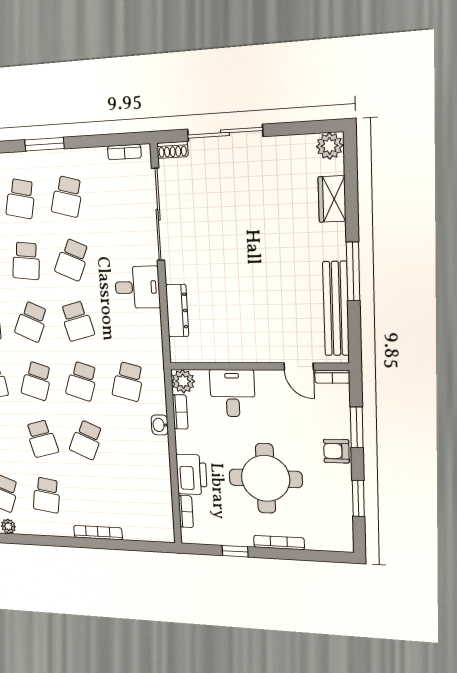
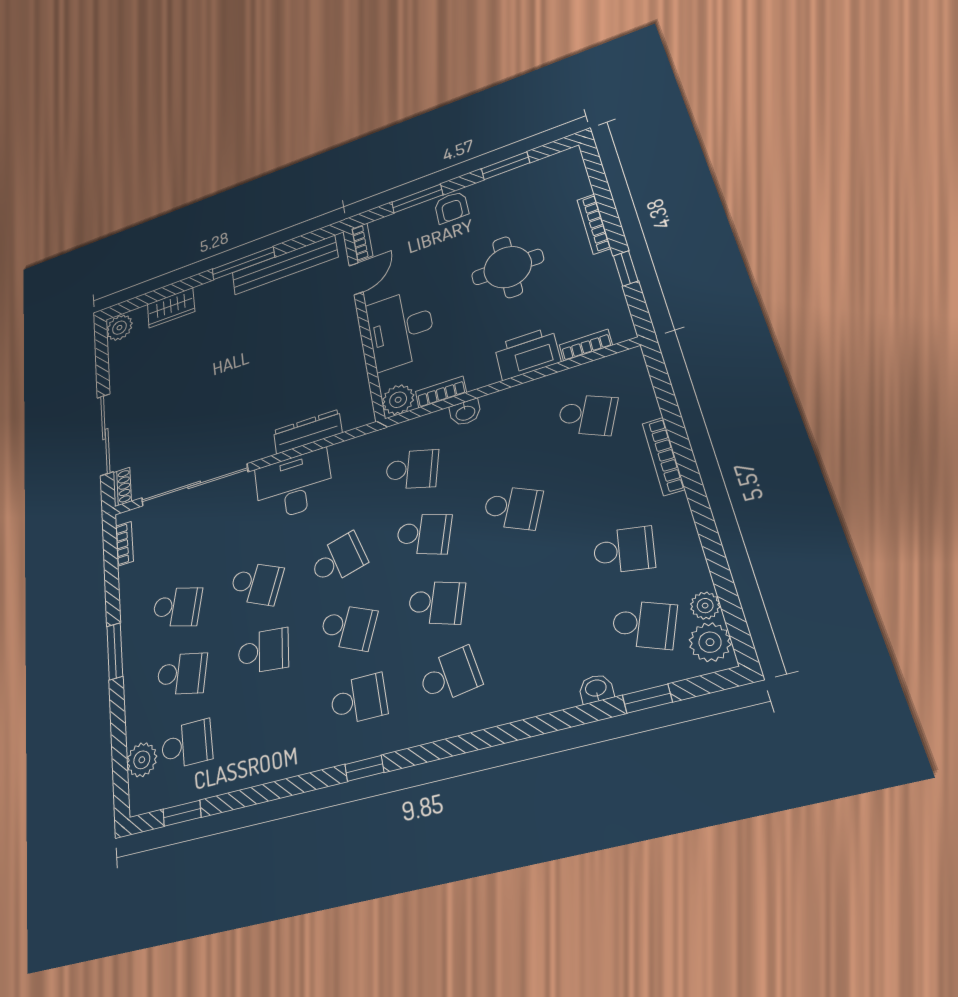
desk: (137, 287) -> (294, 485), width x1.37
desk: (232, 393) -> (401, 329), width x1.37
school desk: (42, 439) -> (587, 415), moved, turned 39
round table: (266, 478) -> (508, 267), width x0.73, depth x0.73

